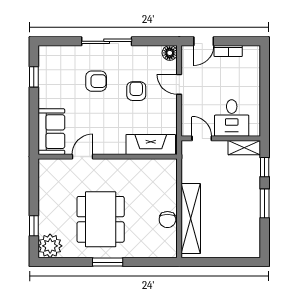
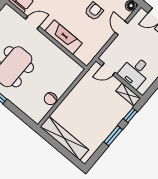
door: (202, 138) -> (108, 69), swing flipped
fireplace: (151, 144) -> (63, 37), moved
shelving: (191, 219) -> (64, 138), moved, turned 90

